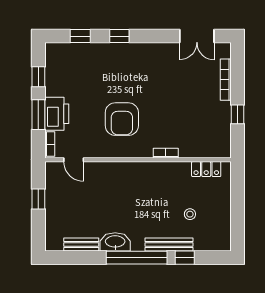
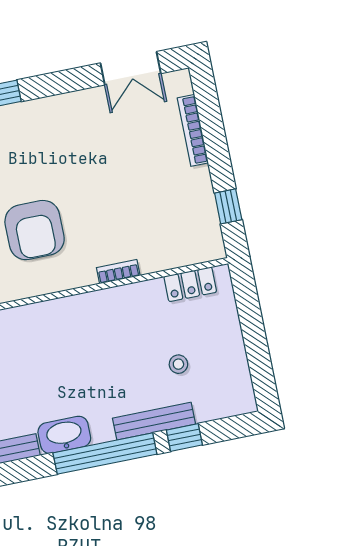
window: (237, 114) -> (228, 206), moved

